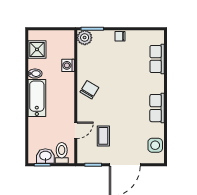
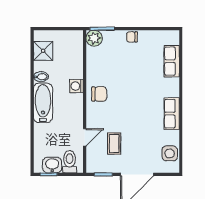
washing machine: (68, 65) -> (76, 86), moved
chair: (89, 90) -> (99, 94), turned 59

